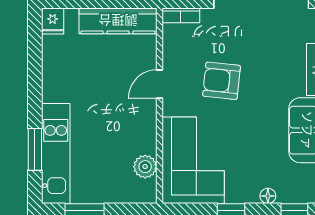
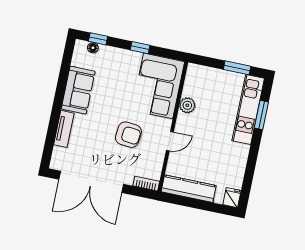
plant: (145, 167) -> (187, 105), moved
floor lamp: (268, 196) -> (93, 48), moved

